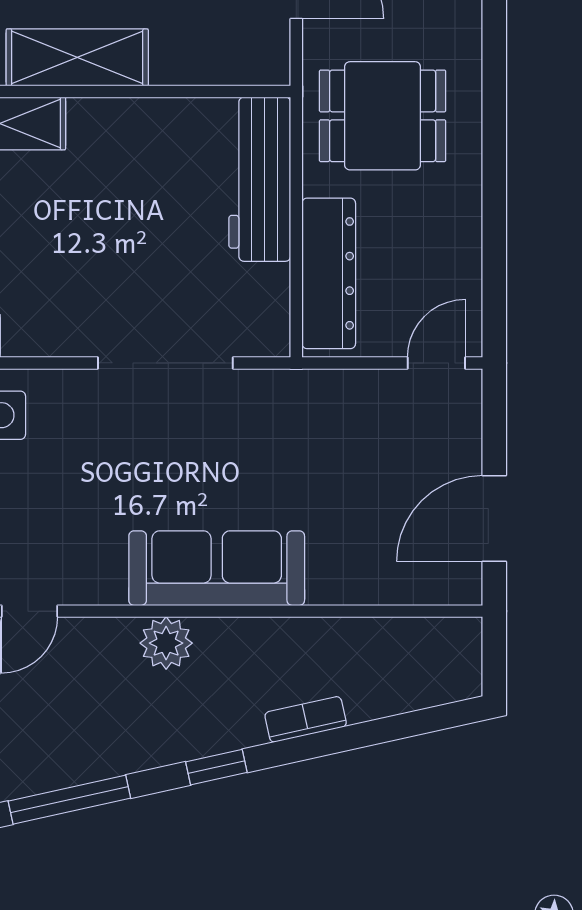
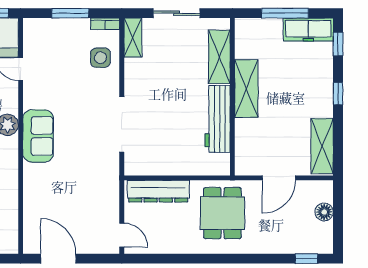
workbench: (260, 179) -> (218, 119), moved, turned -90
sofa: (217, 568) -> (38, 136), width x0.73

